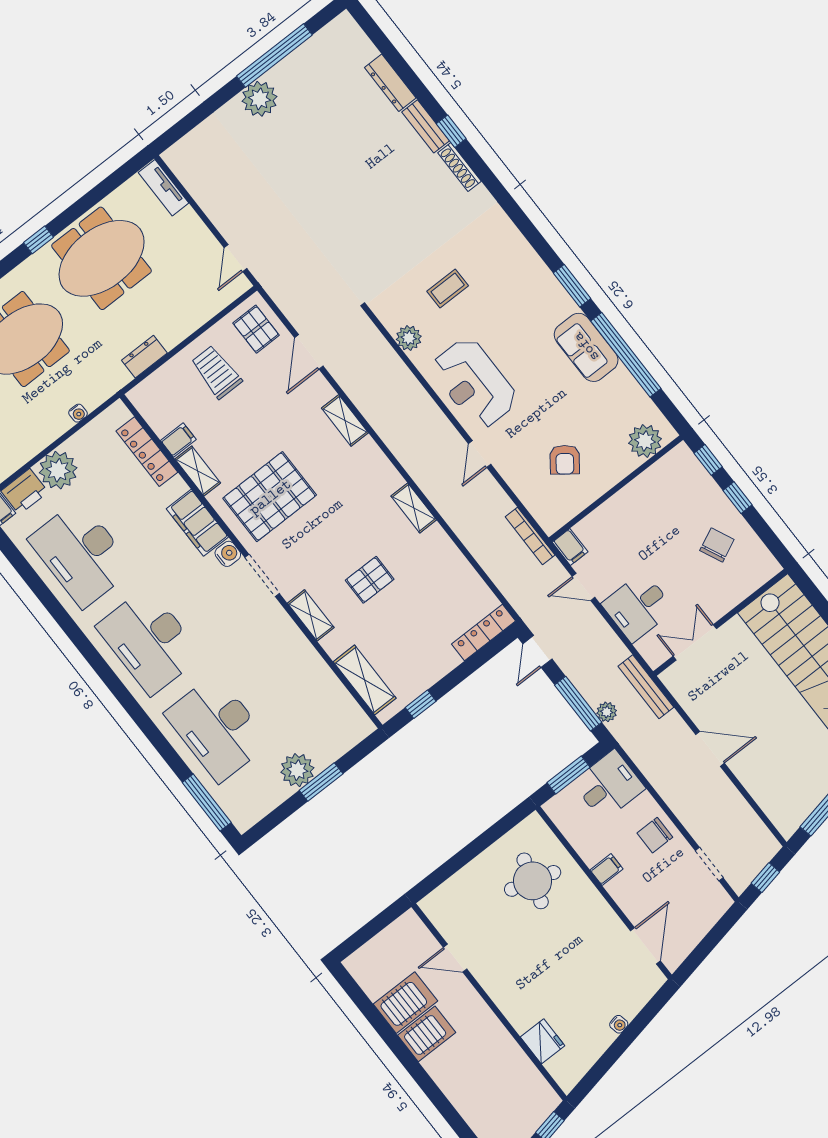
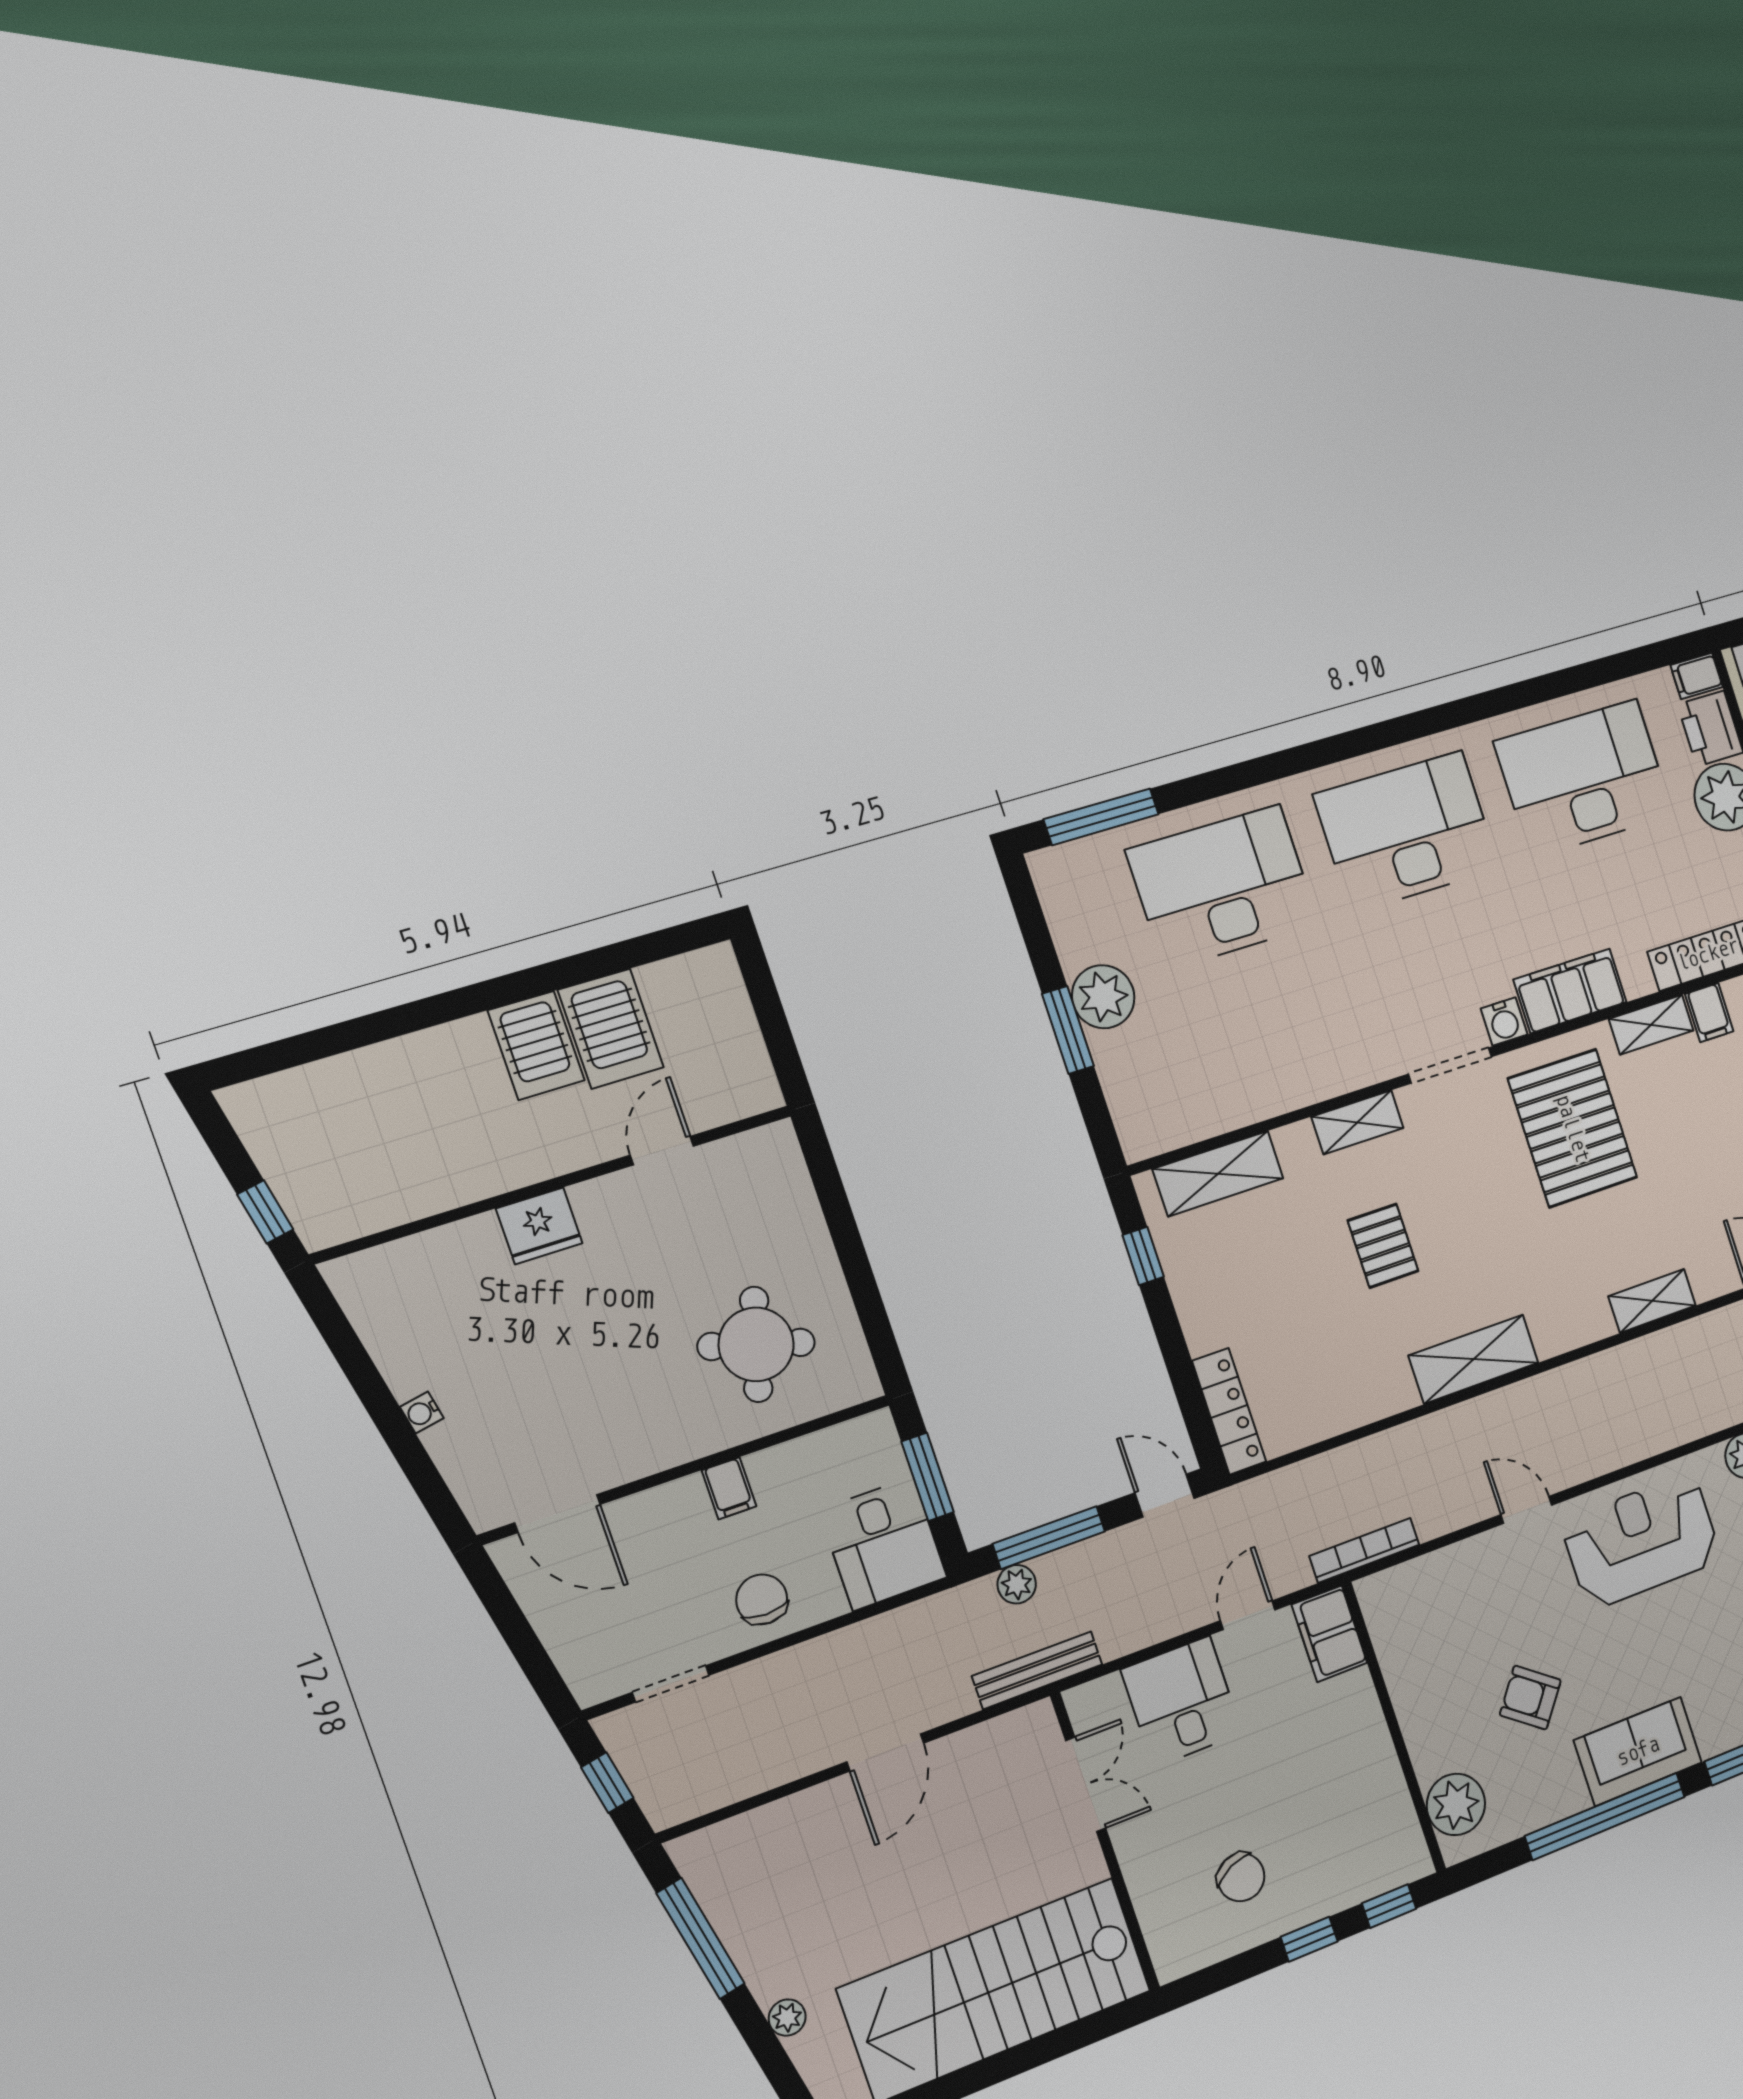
armchair: (565, 460) -> (1530, 1698), moved
shelving: (414, 508) -> (1474, 1359), width x1.50, depth x1.33
filing cabinet: (570, 547) -> (1329, 1634), width x2.00
fridge: (543, 1041) -> (539, 1226), moved

